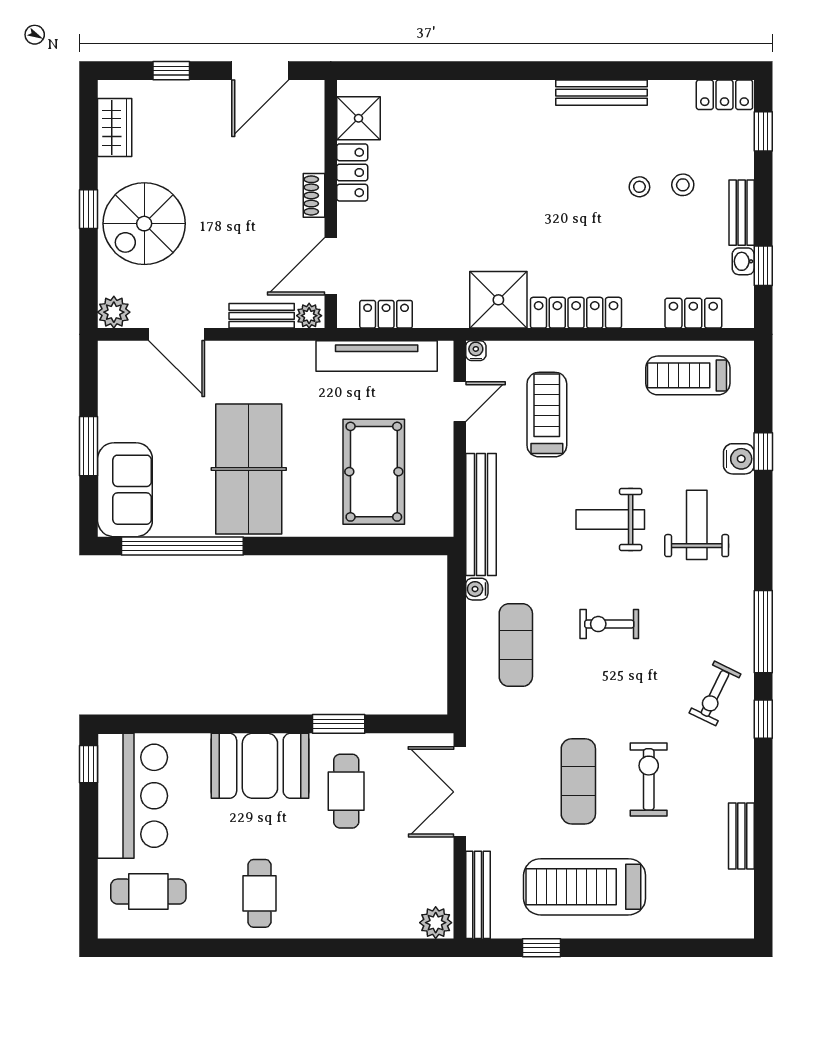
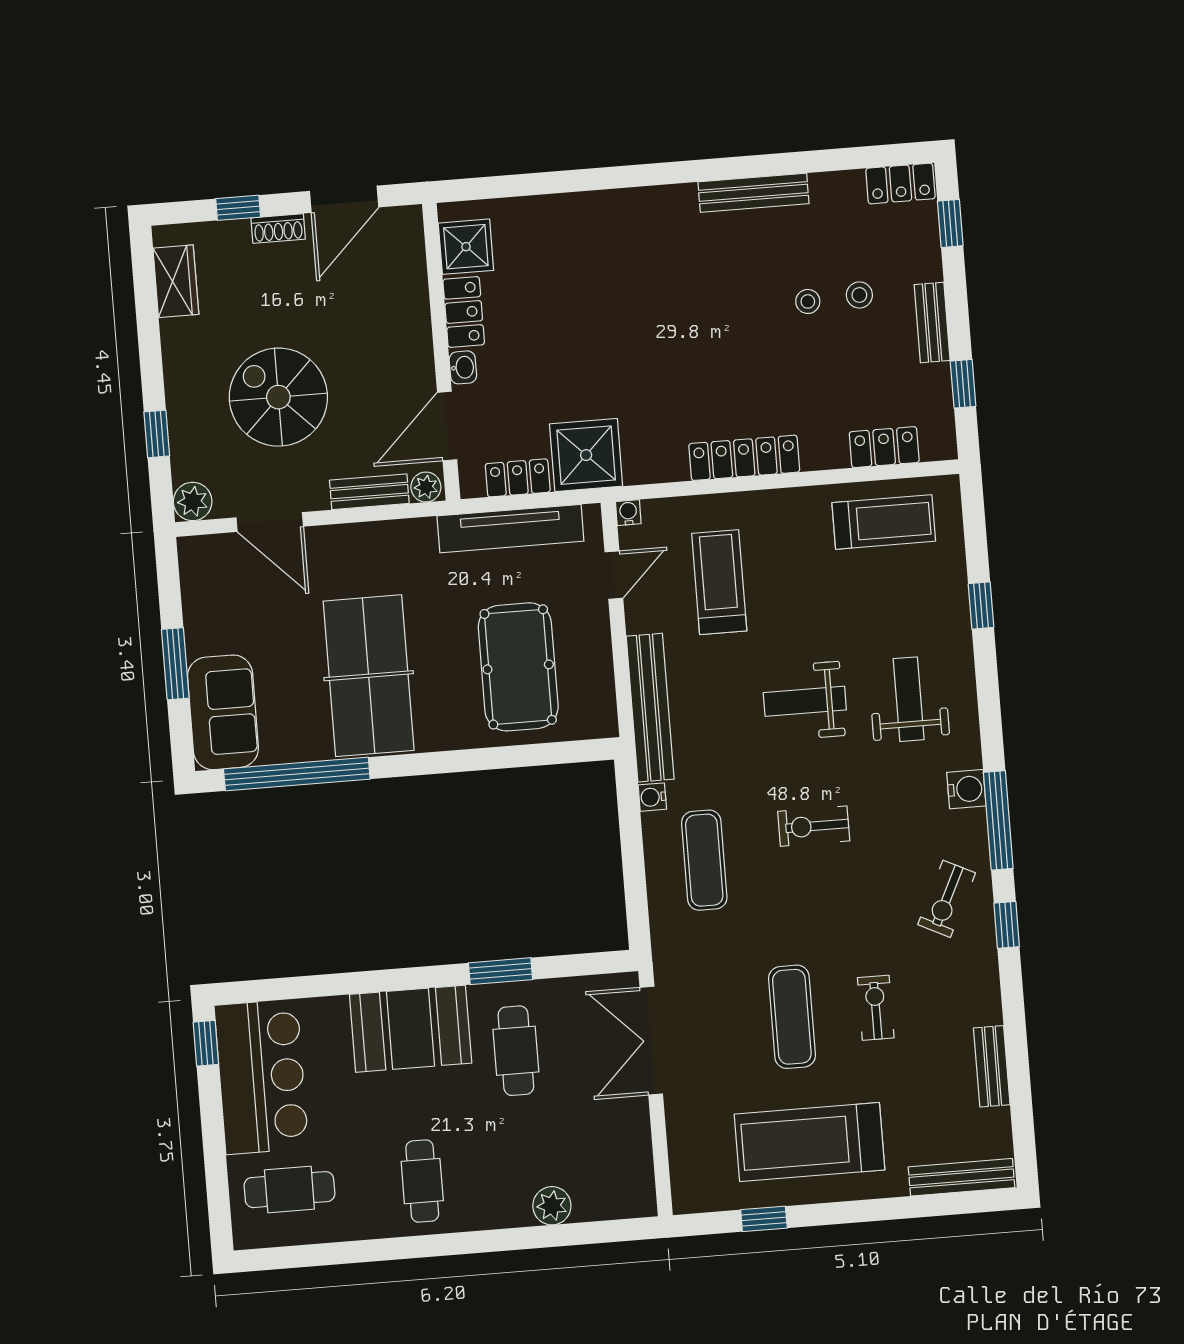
shoe rack: (314, 195) -> (278, 228), moved, turned -90
window: (89, 209) -> (157, 434), moved
spiral stairs: (144, 224) -> (278, 397), moved, turned 90
washbasin: (743, 261) -> (463, 367), moved, turned 180
shower: (498, 300) -> (586, 455), moved
treadmill: (688, 375) -> (884, 522), turned 180
water cooler: (739, 459) -> (966, 789), moved
exercise bike: (649, 779) -> (876, 1008), width x0.73, depth x0.72
bench: (478, 895) -> (962, 1177), moved, turned 90
plant: (436, 923) -> (552, 1206), moved

